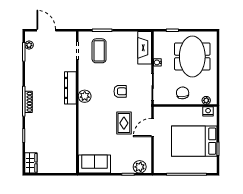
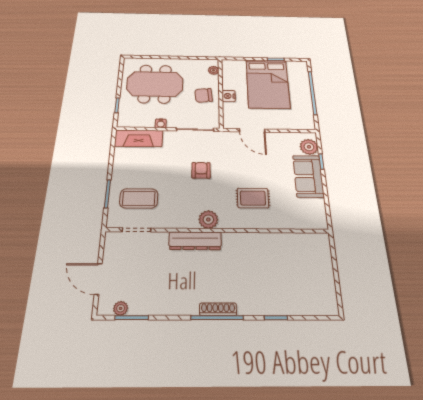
door: (46, 30) -> (98, 279), hinge flipped
nightstand: (208, 111) -> (229, 96), moved
rug: (124, 123) -> (253, 198), moved
wardrobe: (31, 163) -> (321, 305), removed
sofa: (94, 164) -> (308, 176), moved

